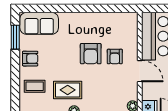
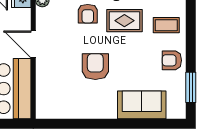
sofa: (39, 23) -> (142, 105), moved
armchair: (115, 56) -> (88, 14), moved, turned 180

